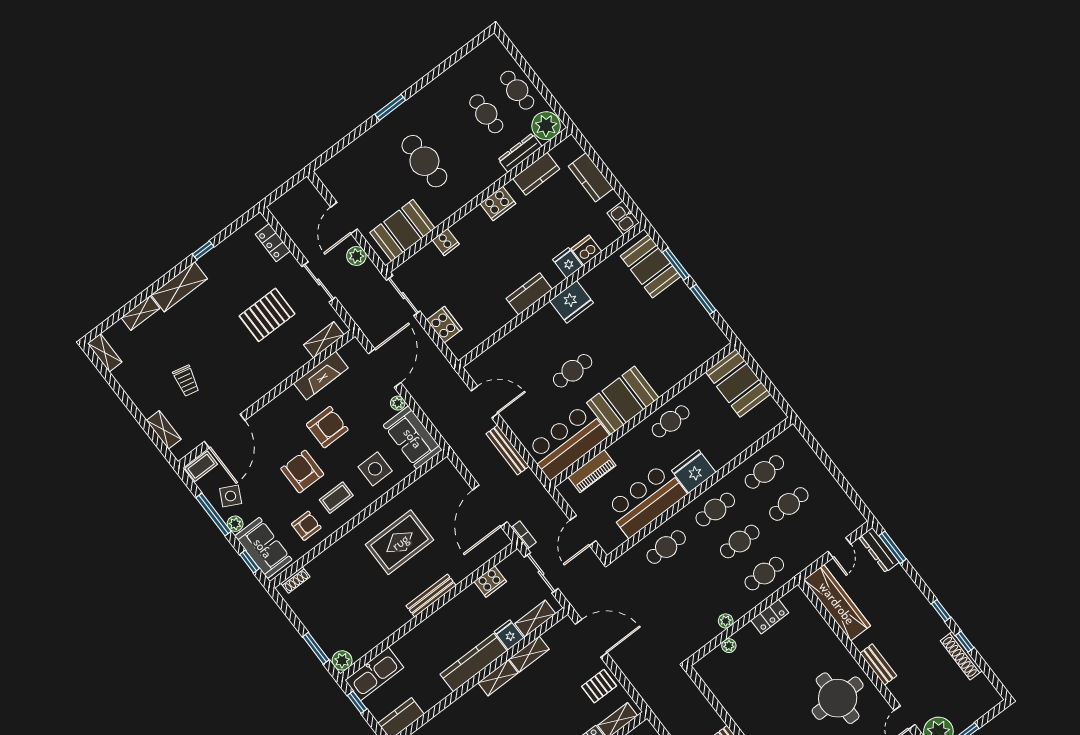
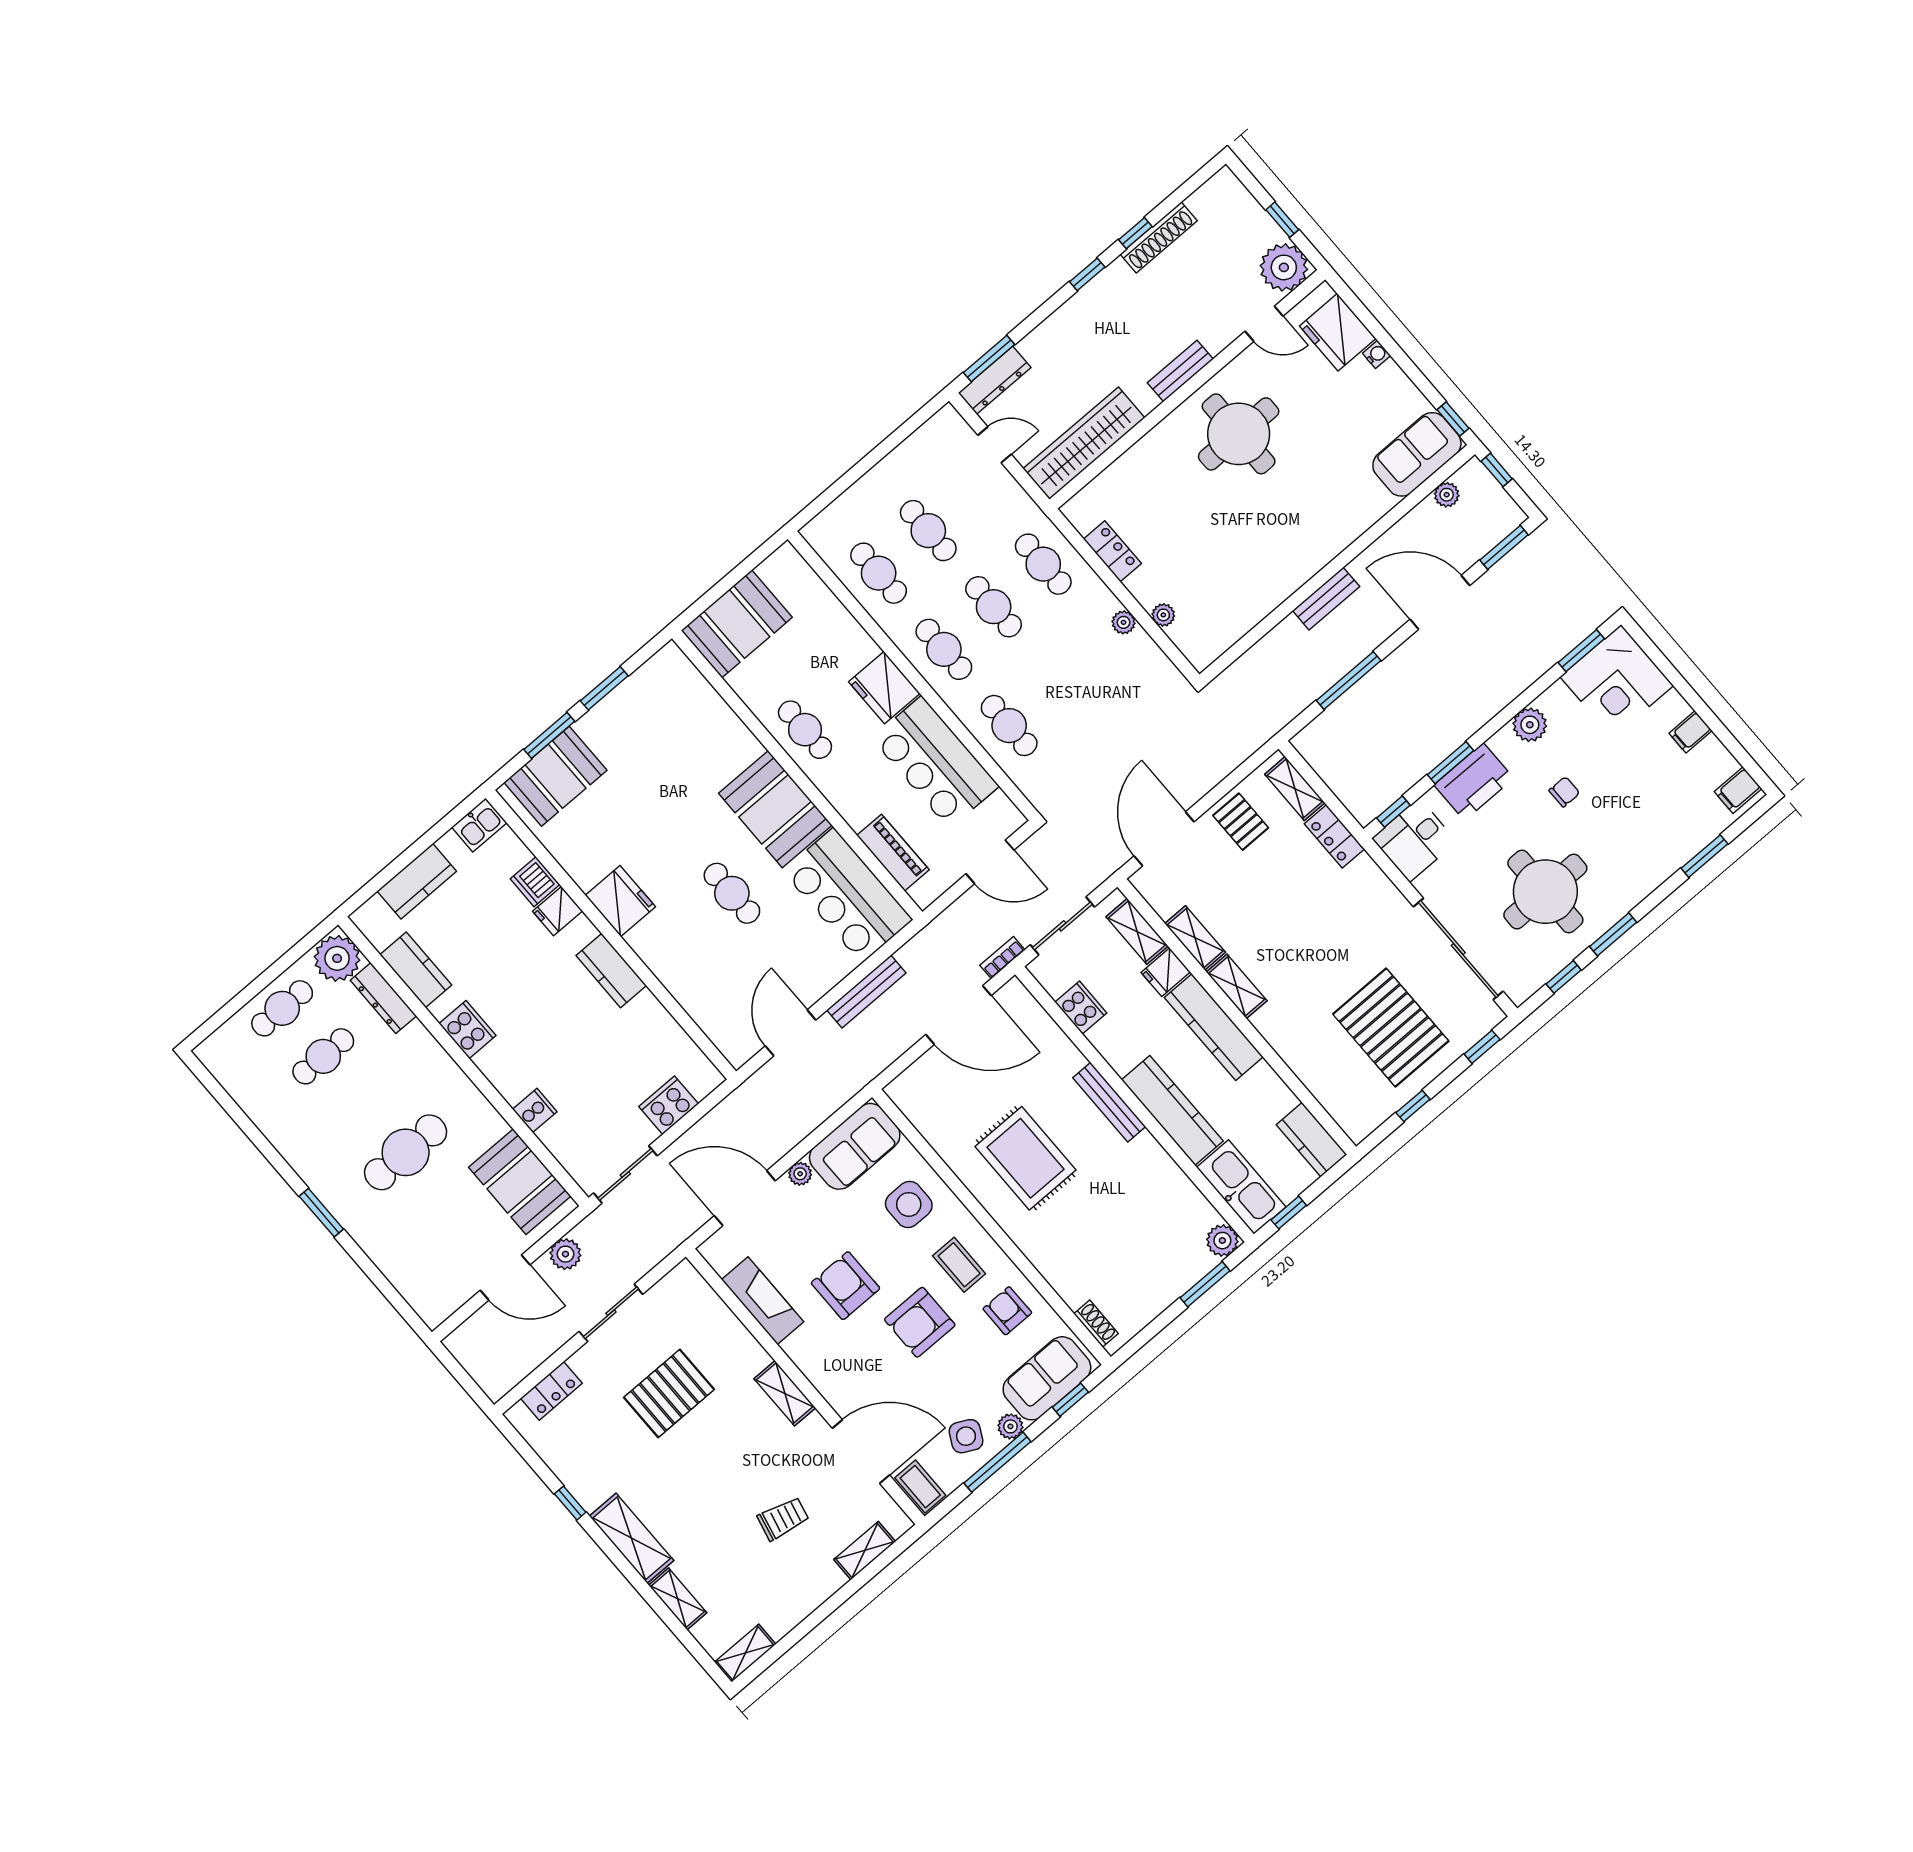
pallet: (267, 315) -> (669, 1393), turned 90
shelving: (324, 340) -> (785, 1393), moved
kitchen counter: (424, 634) -> (1172, 1110), added

